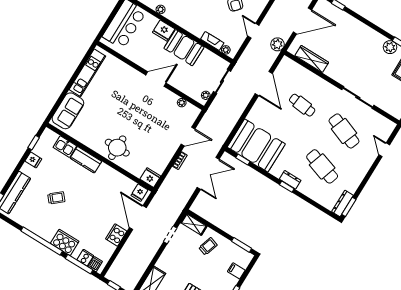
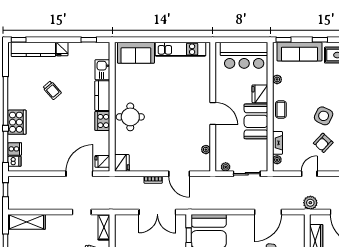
coffee table: (187, 21) -> (281, 109), added
fridge: (33, 160) -> (62, 49), moved
cooker: (116, 235) -> (102, 121), moved, turned -90

